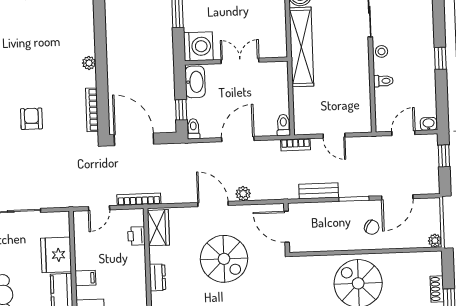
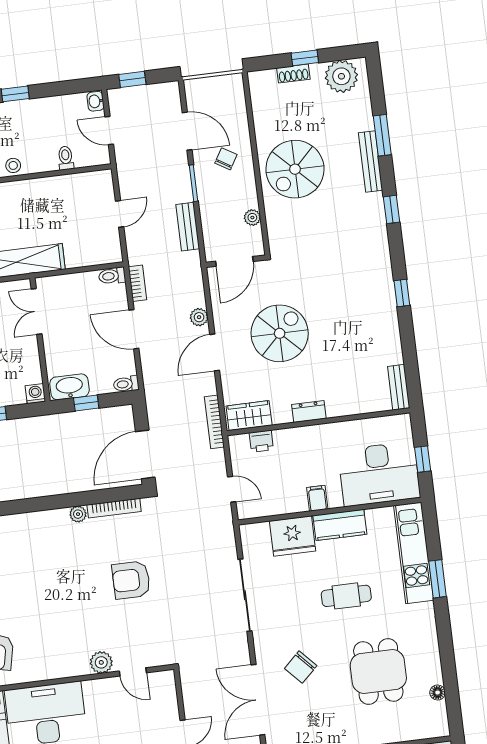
washing machine: (198, 46) -> (35, 394), width x0.53, depth x0.53
double door: (240, 61) -> (37, 311), moved
plant: (89, 63) -> (78, 514), moved
toilet: (383, 81) -> (66, 158), moved
window: (181, 110) -> (86, 403), moved
armchair: (31, 119) -> (131, 580), width x1.38, depth x1.38
bookcase: (296, 145) -> (137, 283), moved
bookcase: (139, 199) -> (214, 422), moved
plant: (435, 241) -> (252, 218), moved

